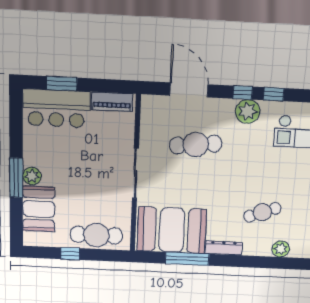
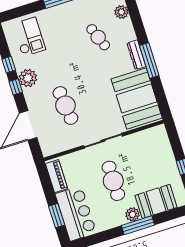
cafe table: (96, 235) -> (113, 181), moved
window: (187, 259) -> (149, 61), moved

